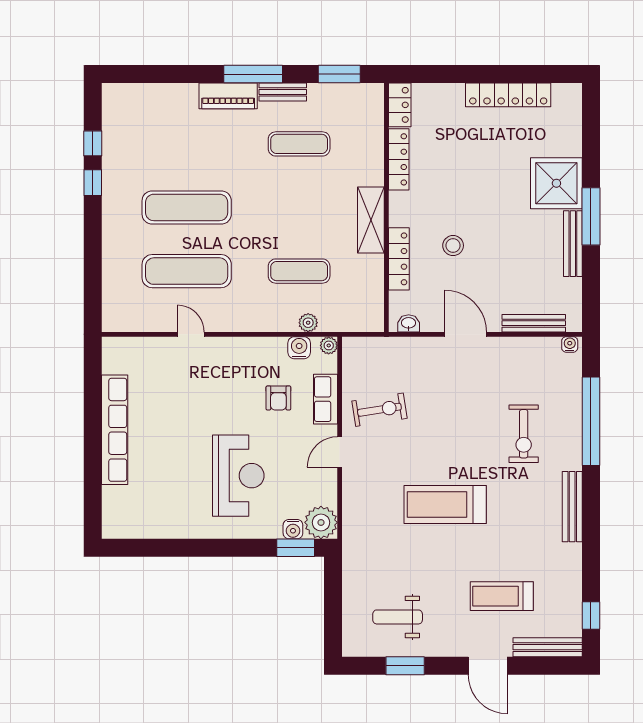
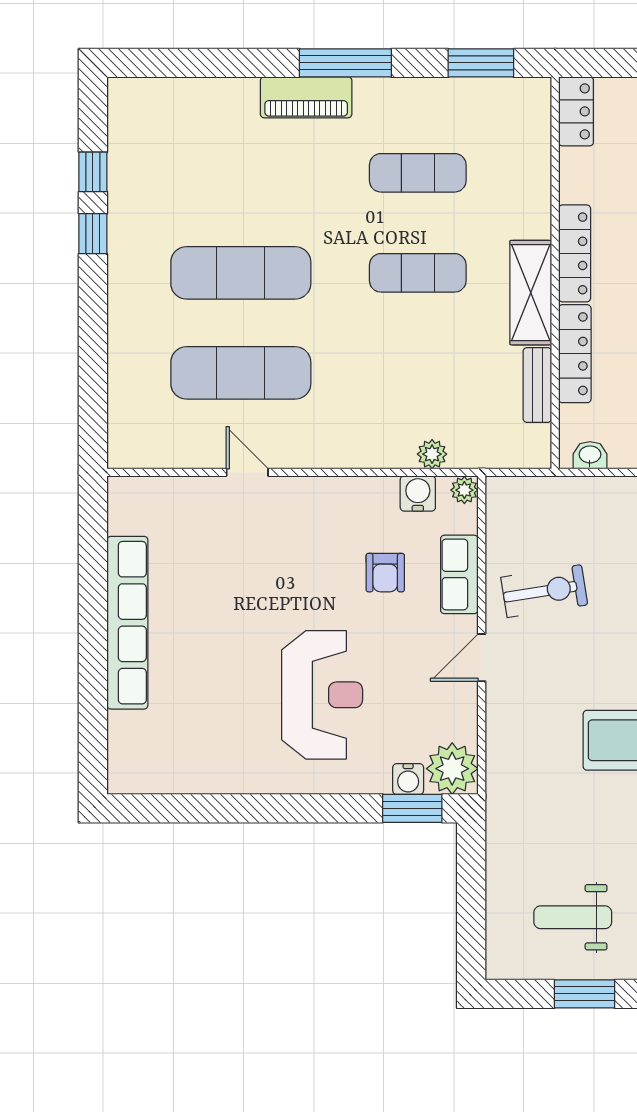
bench: (283, 92) -> (537, 385), moved, turned 90
locker: (399, 159) -> (575, 253), moved
exercise mat: (299, 271) -> (418, 273), moved

